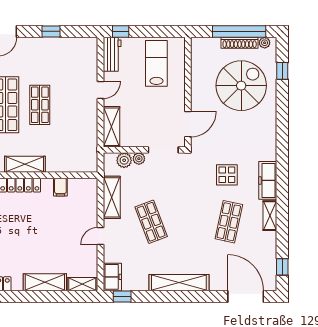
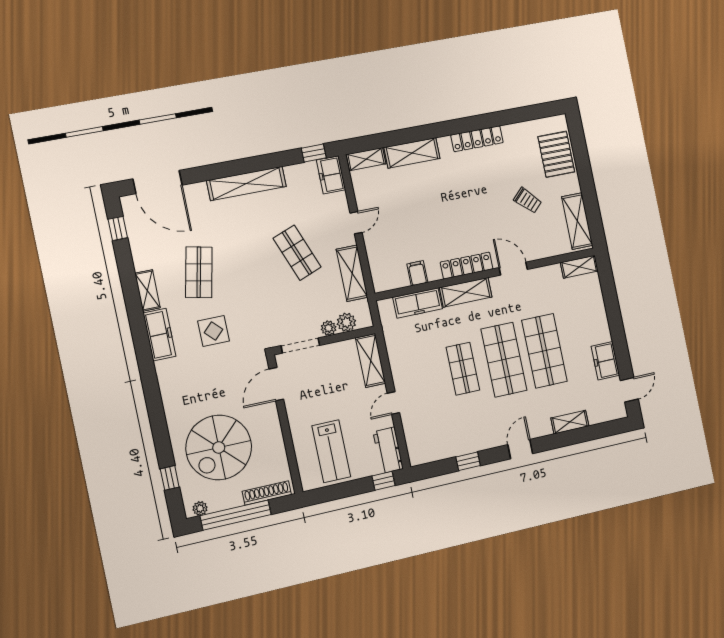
shoe rack: (240, 43) -> (267, 493), moved
freezer: (65, 164) -> (418, 303), added

